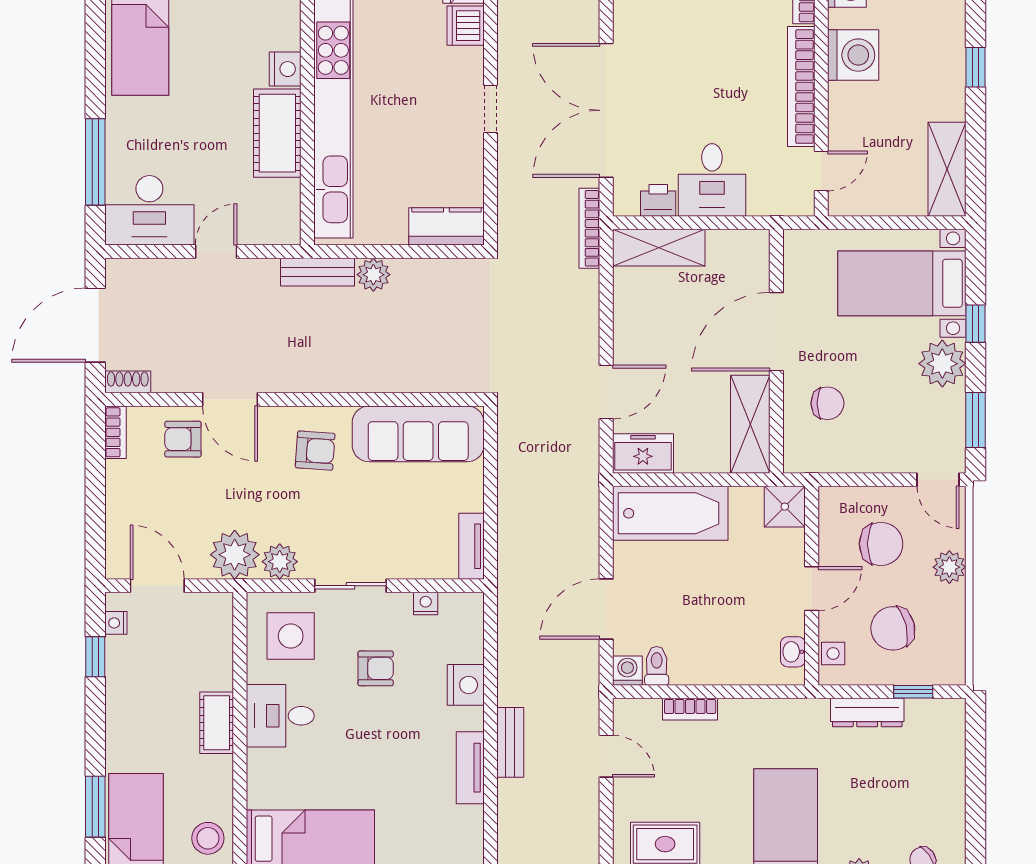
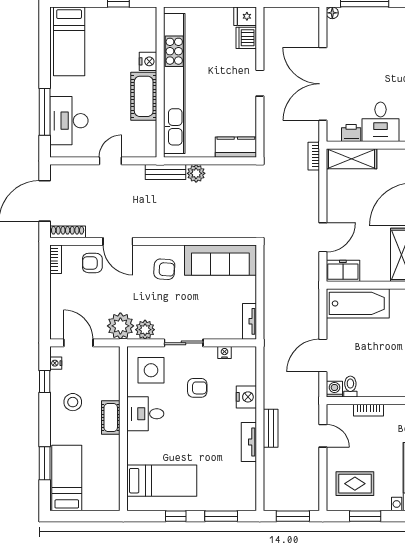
desk: (149, 210) -> (69, 121), moved, turned 90
bookcase: (589, 228) -> (314, 156), width x0.64
shoe rack: (128, 382) -> (68, 232), width x1.43
stool: (208, 838) -> (73, 402), moved

